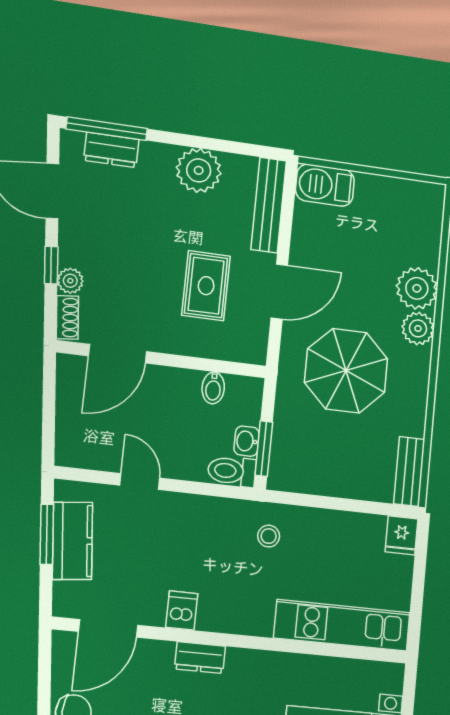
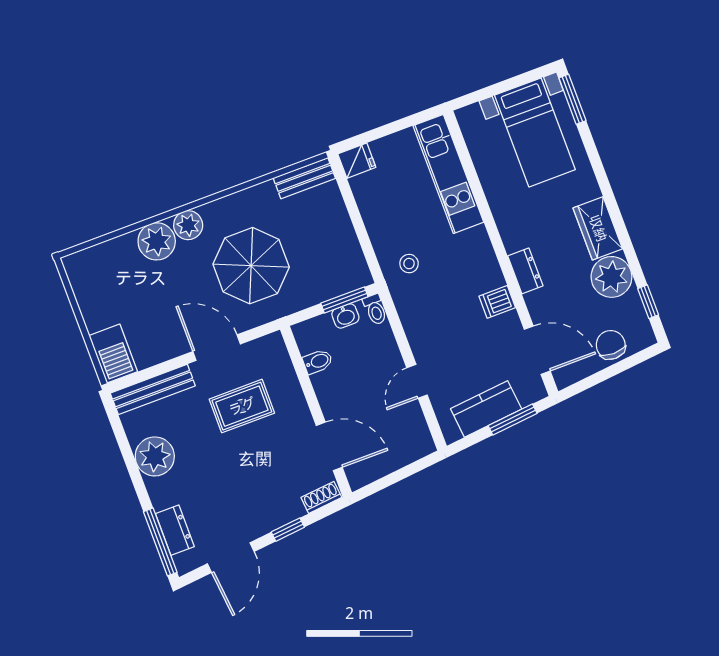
plant: (70, 281) -> (292, 510), removed
toilet: (232, 471) -> (375, 309), width x0.73, depth x0.72
window: (47, 534) -> (513, 419), moved

